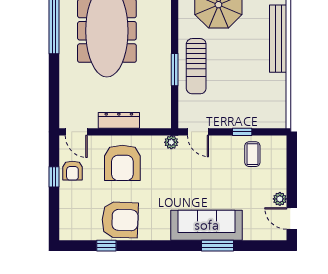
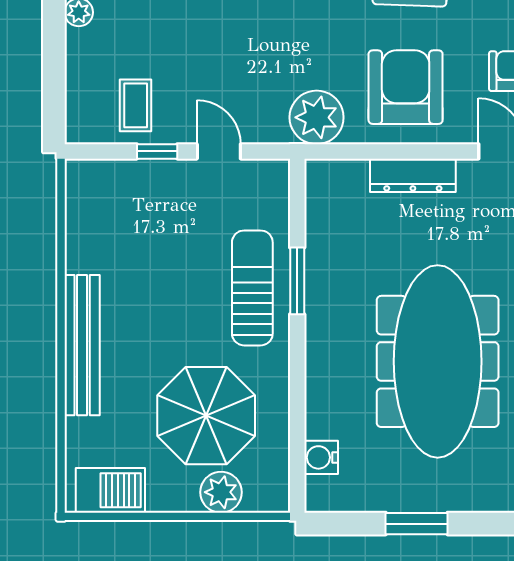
door: (198, 132) -> (219, 151), moved
plant: (171, 142) -> (317, 117), width x1.87, depth x1.87

